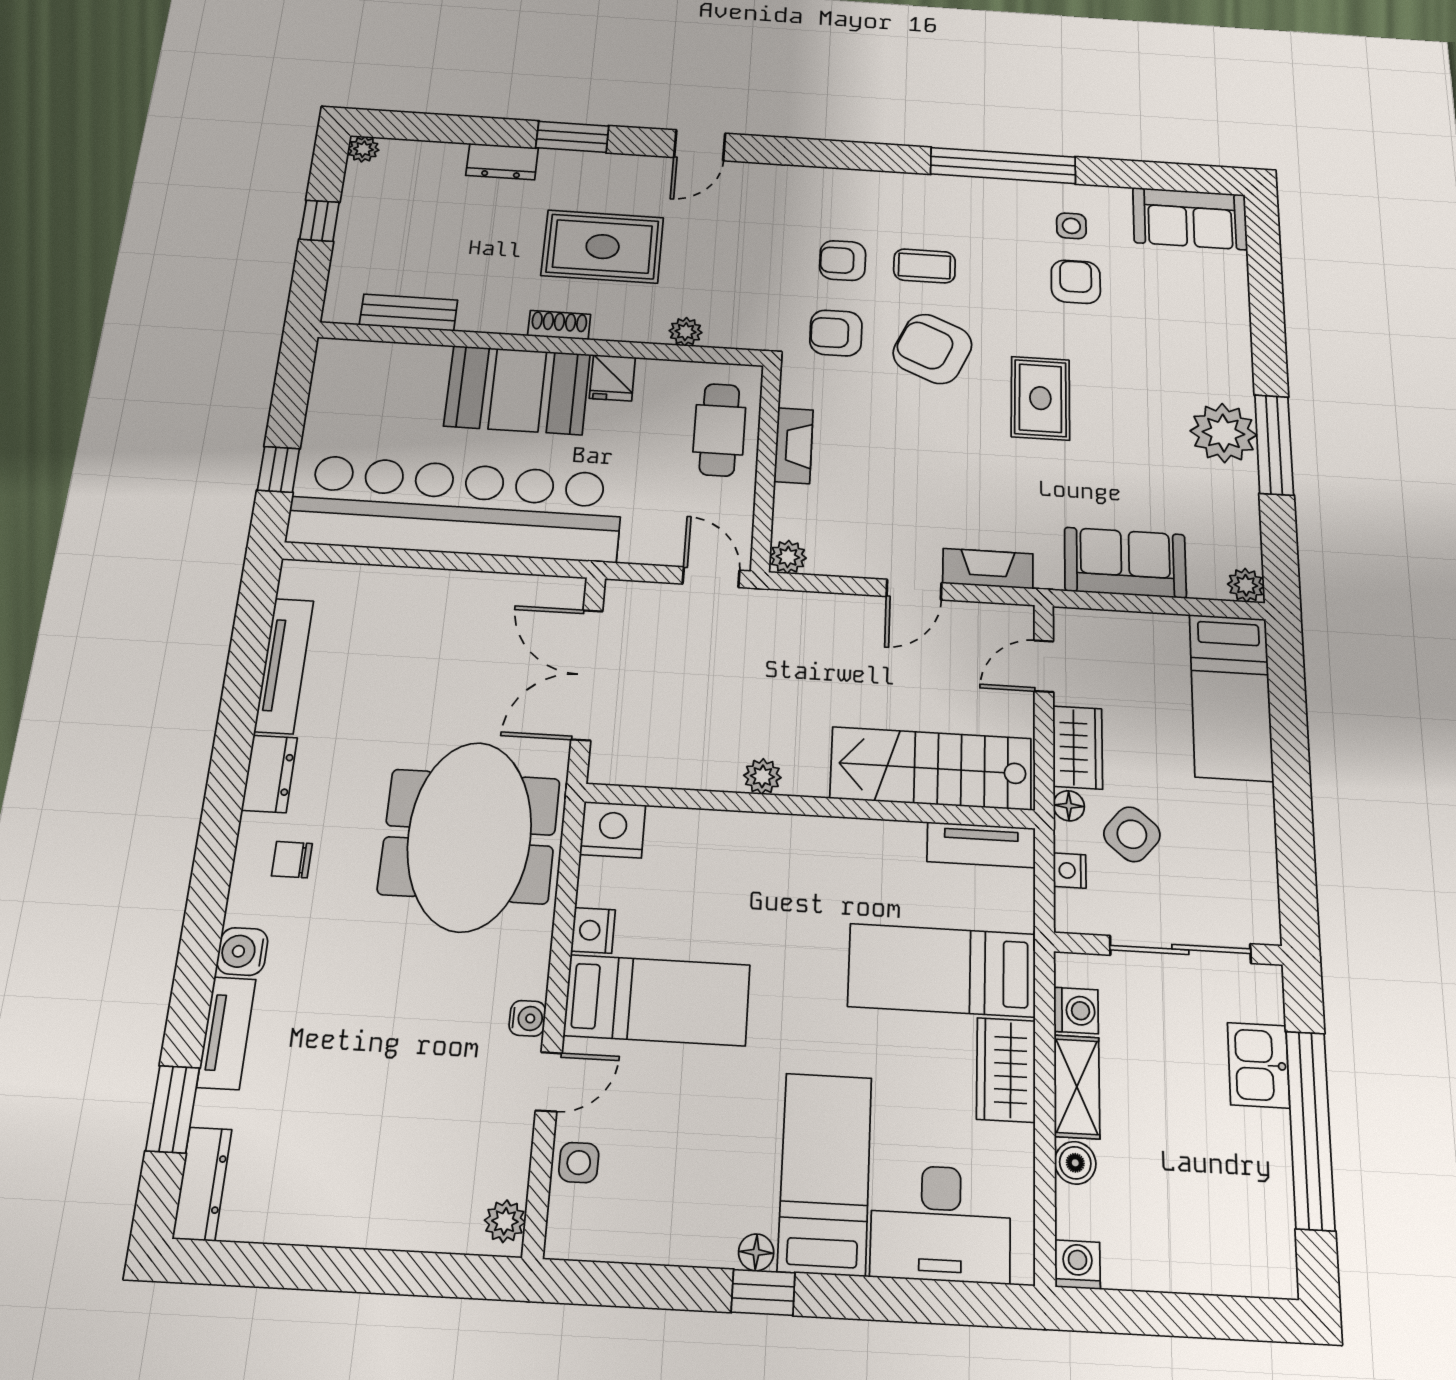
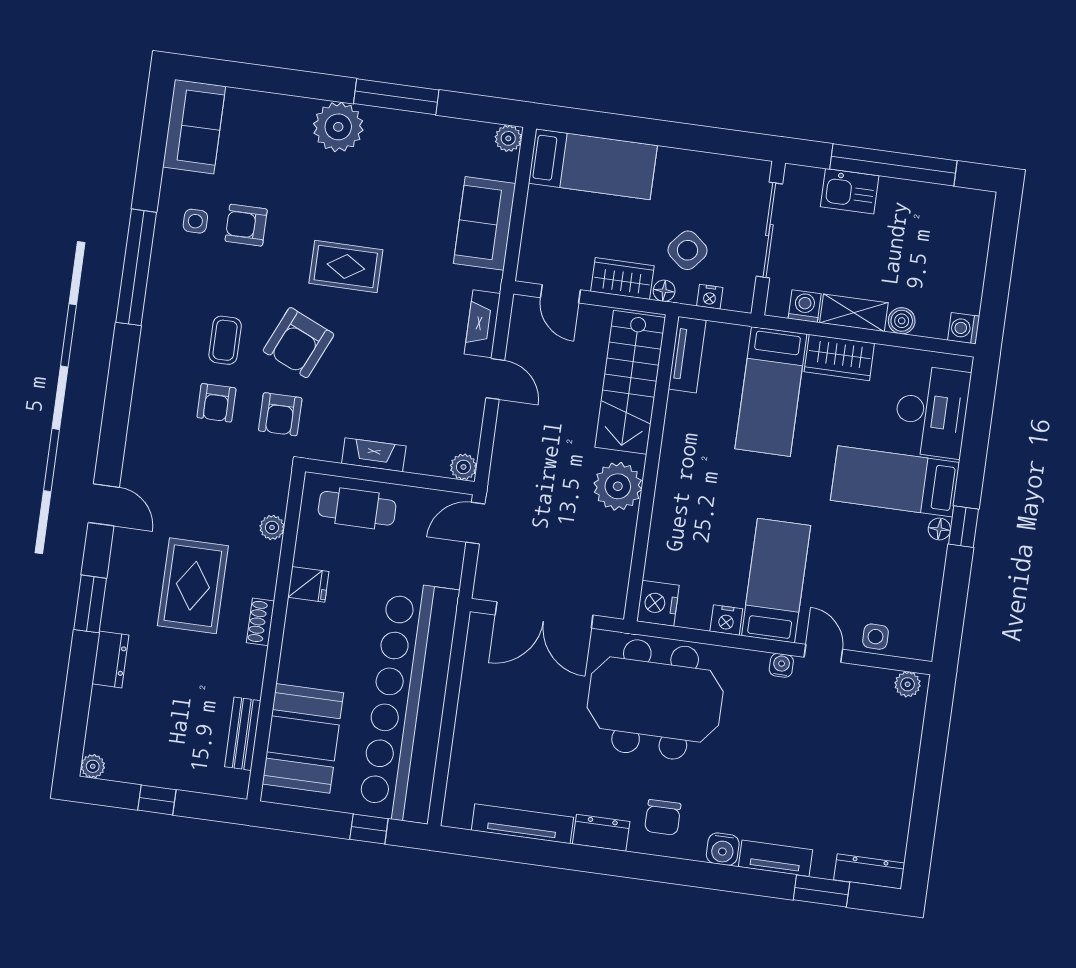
booth: (517, 390) -> (303, 738), moved
plant: (1223, 433) -> (338, 127), moved
plant: (762, 776) -> (618, 486), width x1.88, depth x1.88
chair: (292, 860) -> (663, 817), width x1.37, depth x1.37

